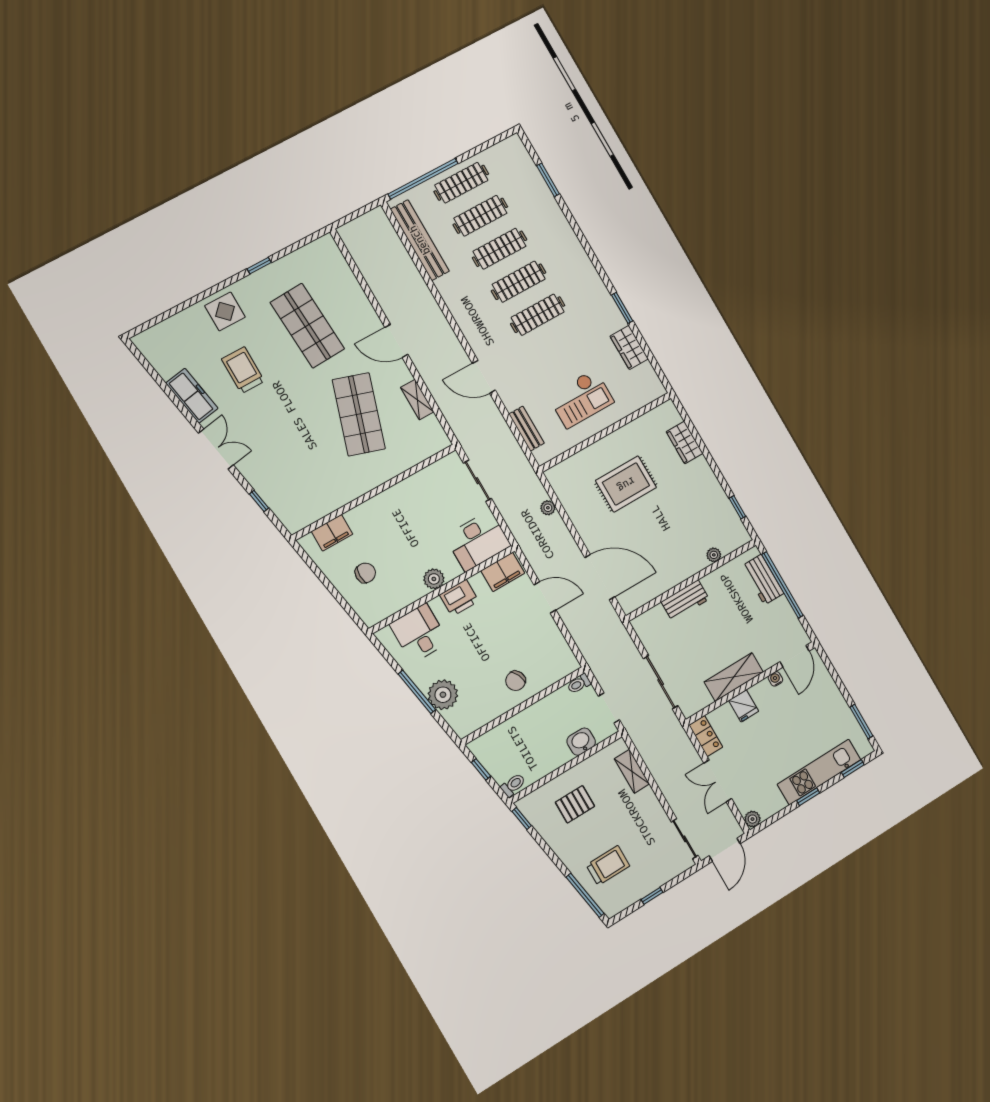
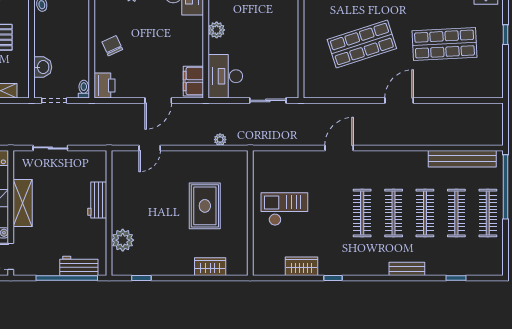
window: (548, 180) -> (456, 278), width x0.67
window: (622, 308) -> (333, 278), width x0.67
checkout: (581, 399) -> (284, 209), turned 90
shelving: (417, 400) -> (349, 91), removed
shop shelf: (359, 414) -> (362, 44), turned -36
bench: (527, 429) -> (407, 269), moved
plant: (714, 555) -> (123, 240), width x1.88, depth x1.88
door: (600, 577) -> (150, 148), width x0.53
printer: (459, 598) -> (104, 85), moved, turned 180
sliding door: (661, 682) -> (50, 148), width x0.73

